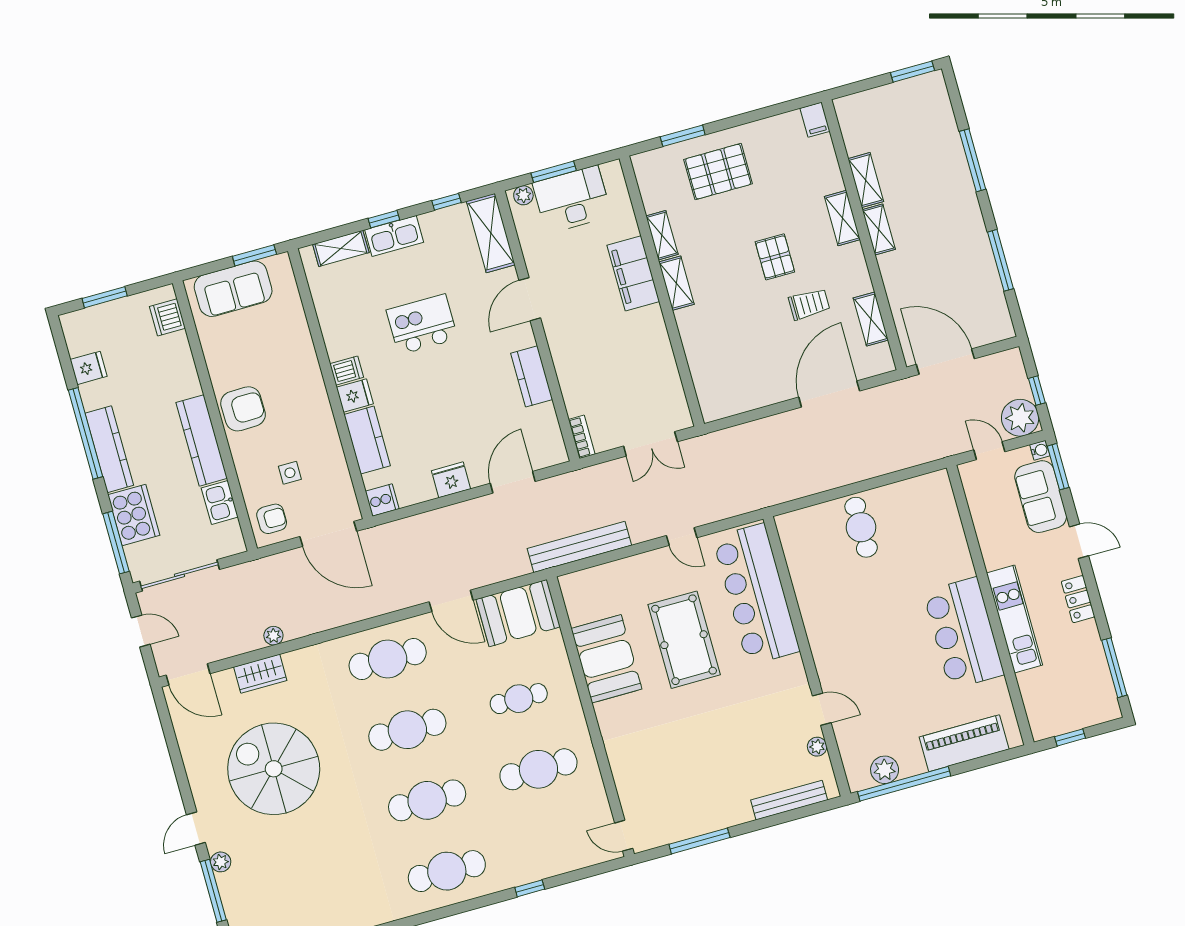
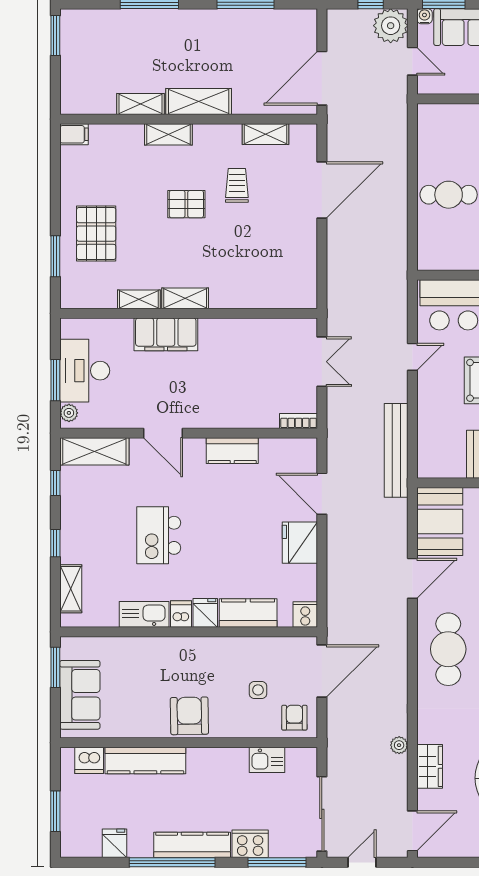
shelving: (879, 229) -> (199, 102), width x1.50, depth x1.33
kitchen sink: (394, 236) -> (144, 614), moved, turned -90
door: (829, 394) -> (322, 190), swing flipped
kitchen counter: (202, 440) -> (145, 761), moved
door: (989, 451) -> (412, 61), swing flipped
fridge: (451, 480) -> (300, 543), width x1.36, depth x1.34
cooker: (134, 515) -> (250, 844), width x0.73, depth x0.76

